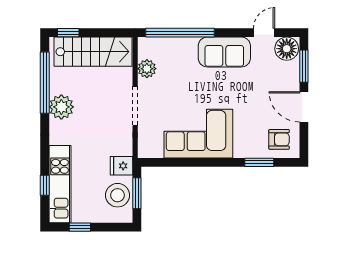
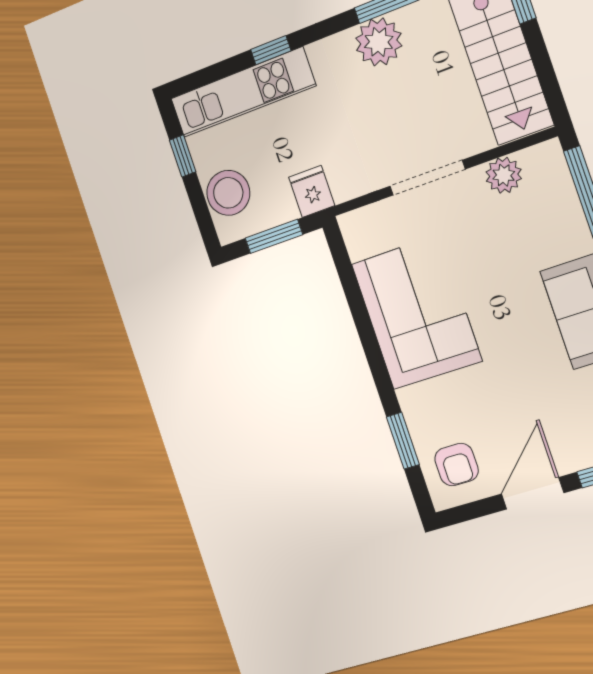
window: (45, 185) -> (271, 50), moved
stool: (118, 195) -> (228, 193), moved

